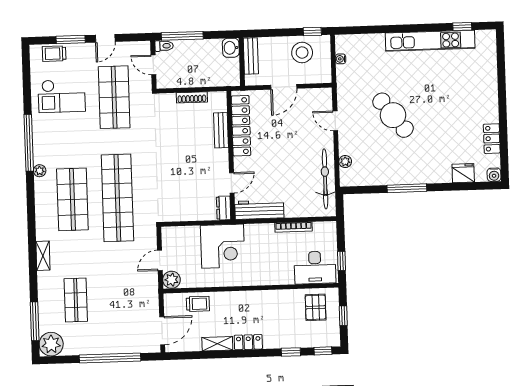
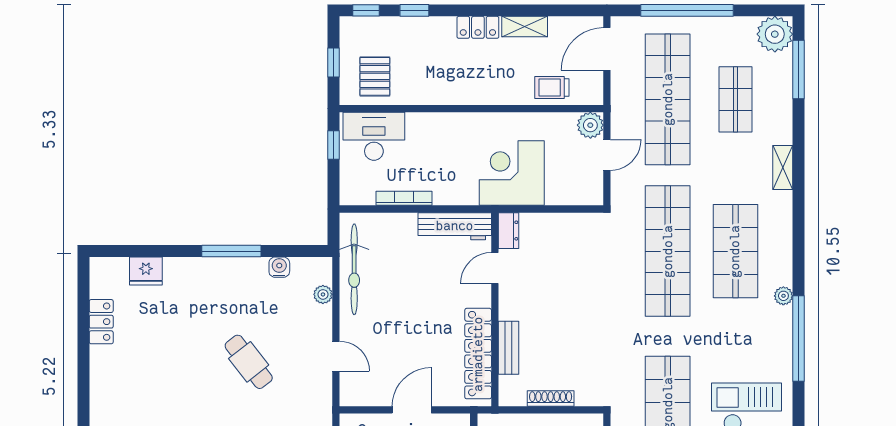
cafe table: (393, 115) -> (249, 362), width x0.73, depth x0.74
water cooler: (494, 175) -> (279, 267), moved
shop shelf: (121, 298) -> (668, 99), added

